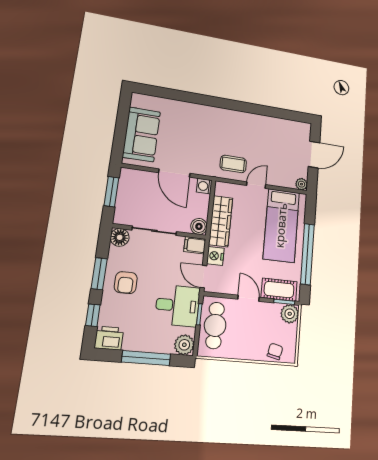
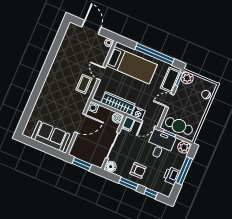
printer: (109, 338) -> (171, 176), moved

